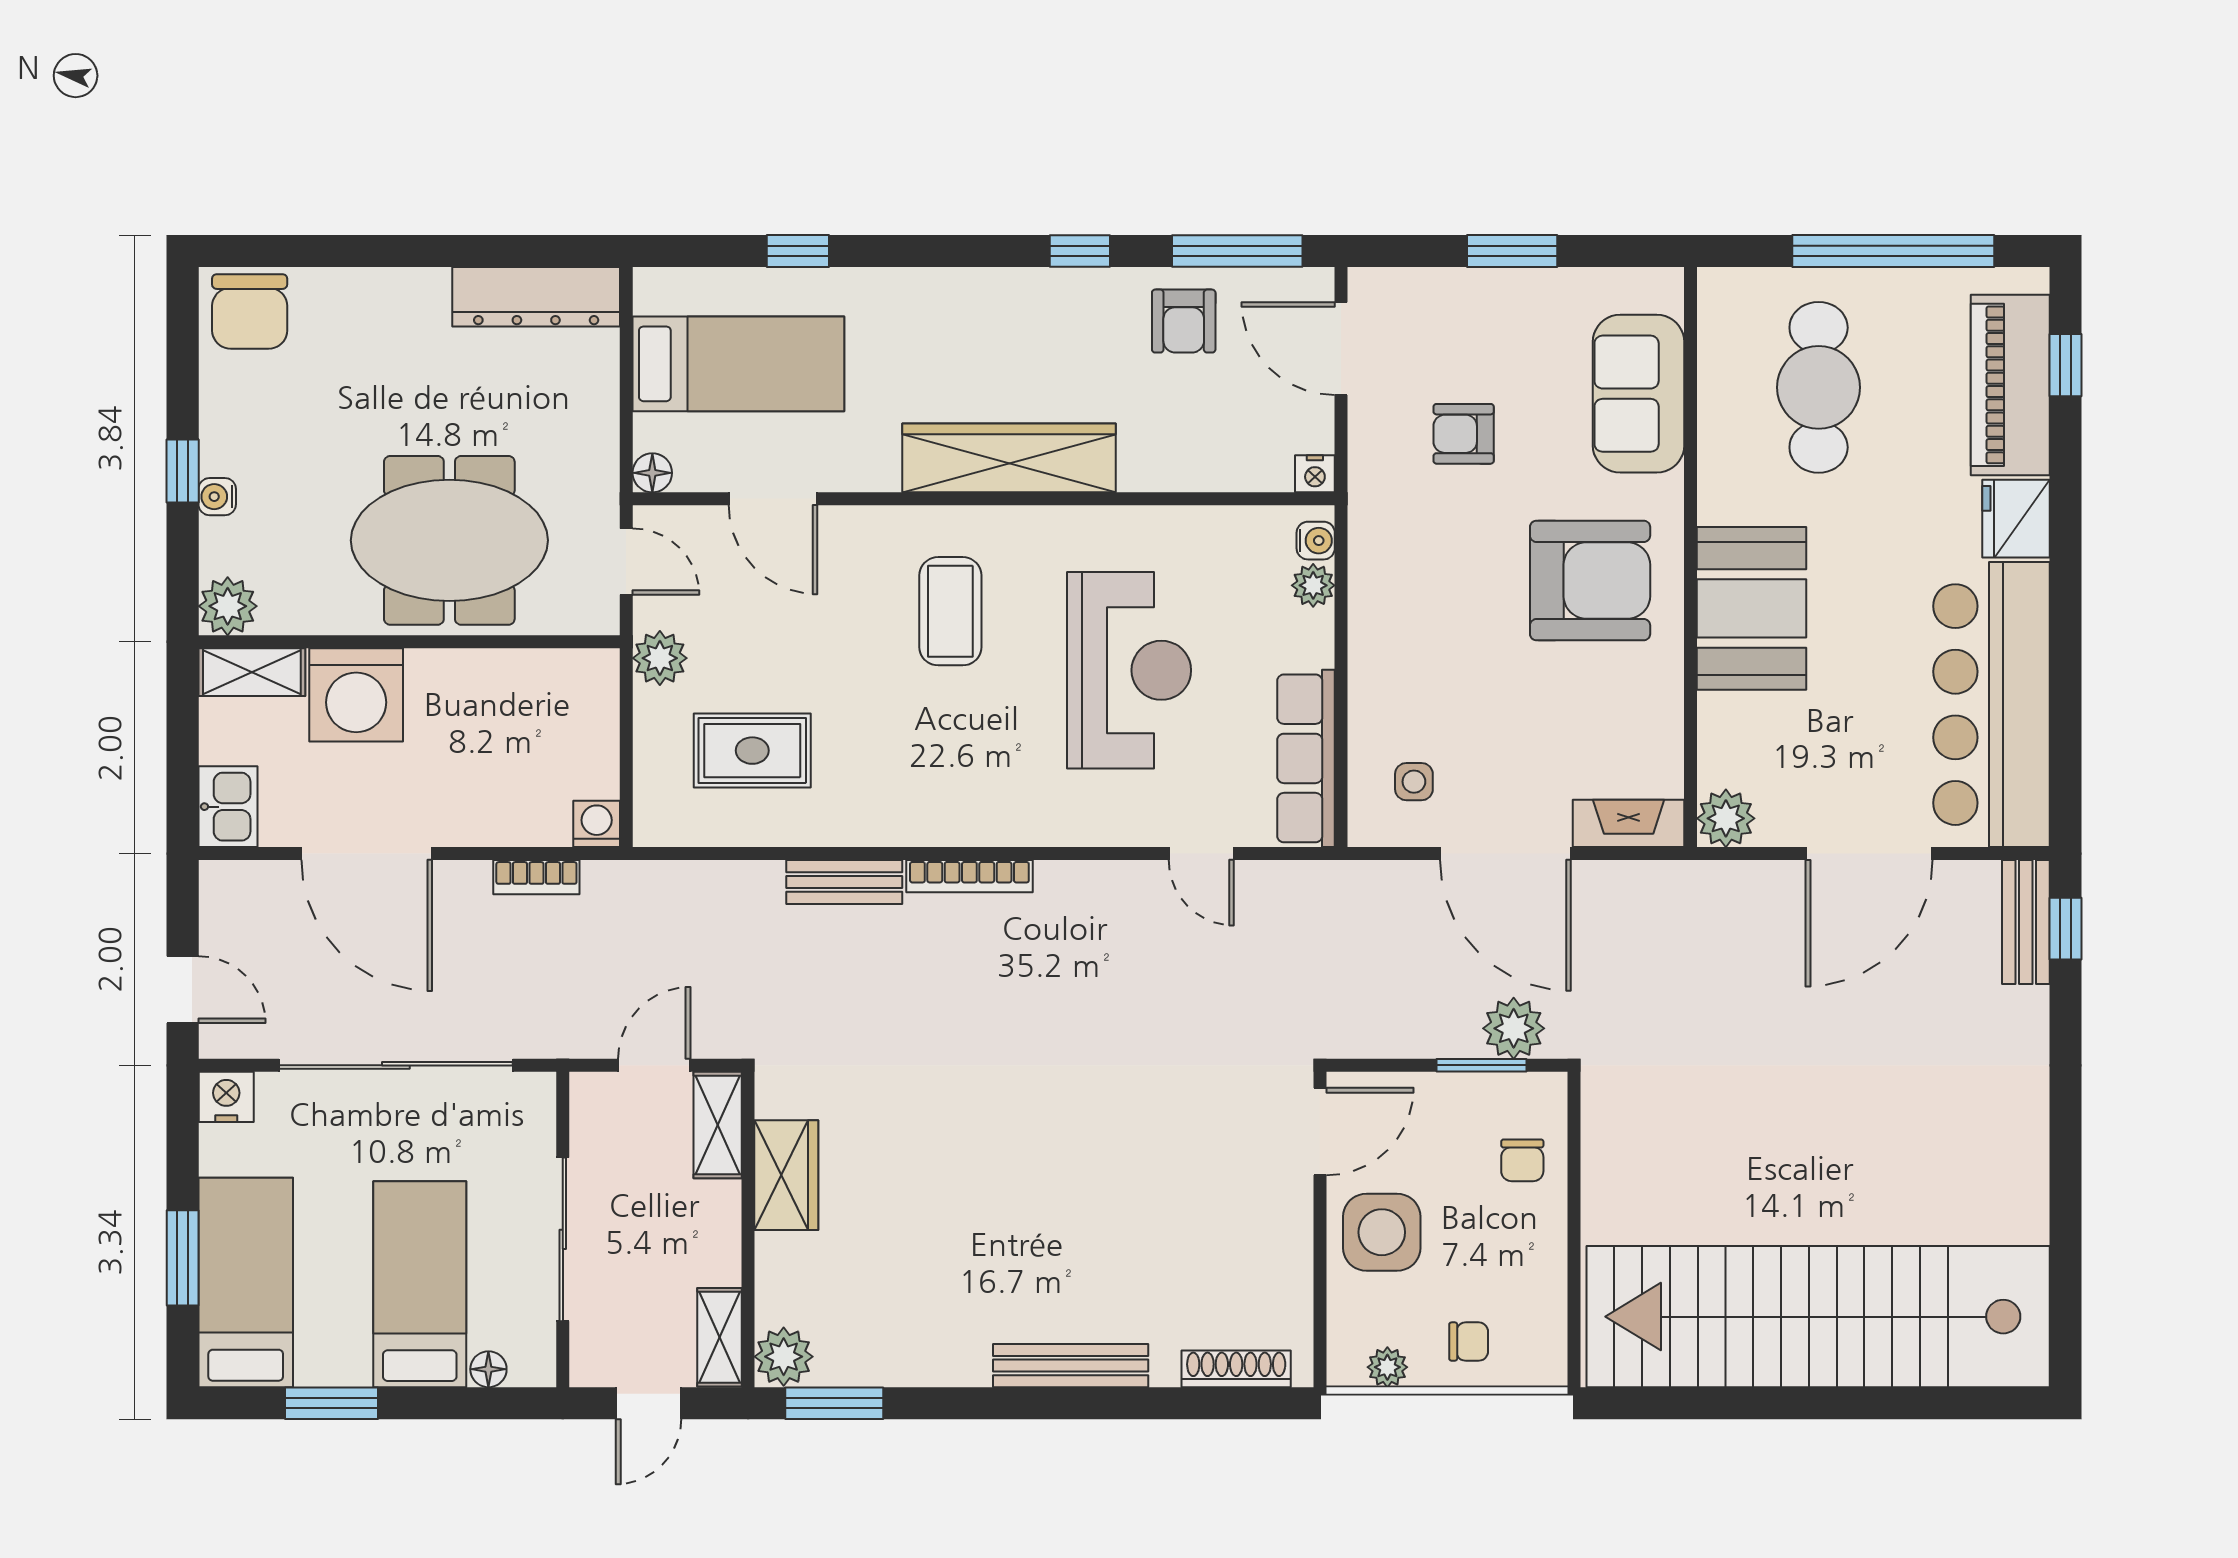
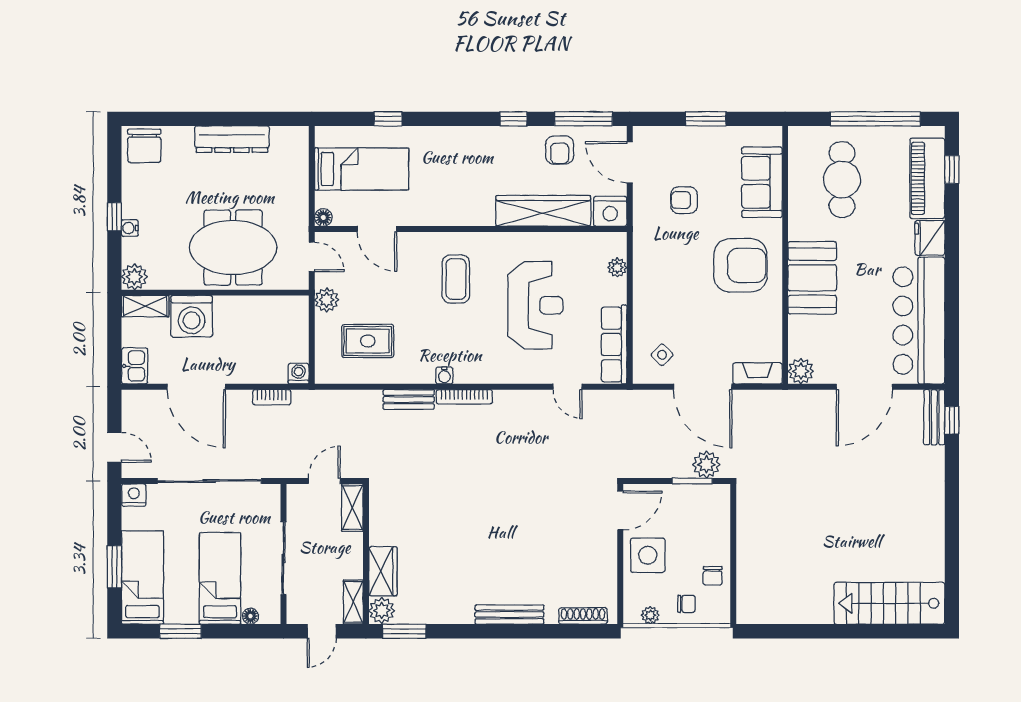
dresser: (536, 297) -> (232, 139), moved
wardrobe: (1009, 458) -> (543, 211), moved
nightstand: (1315, 474) -> (610, 211), width x1.89, depth x1.79
water cooler: (1316, 541) -> (444, 376), moved, turned 90
side table: (1414, 782) -> (662, 355), turned 45
chair: (1522, 1160) -> (713, 576), moved
wardrobe: (786, 1175) -> (383, 571), moved
stairs: (1818, 1317) -> (889, 603), width x0.54, depth x0.66

